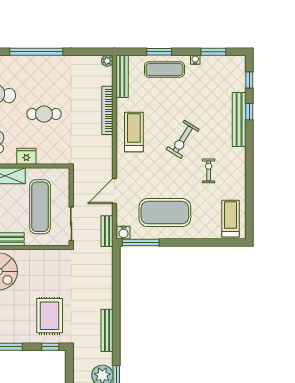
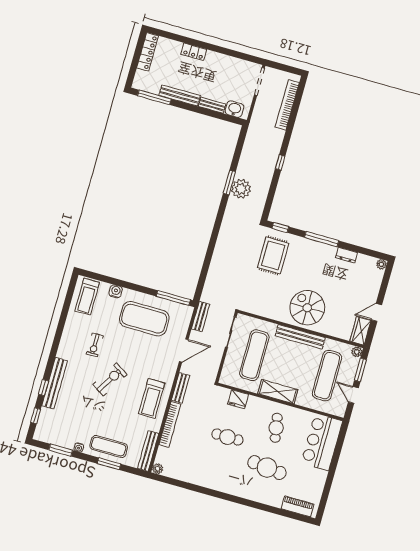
window: (36, 52) -> (219, 495), removed
fridge: (26, 156) -> (238, 399), moved
water cooler: (123, 233) -> (116, 291), moved
bench: (107, 330) -> (181, 388), moved, width x0.73

